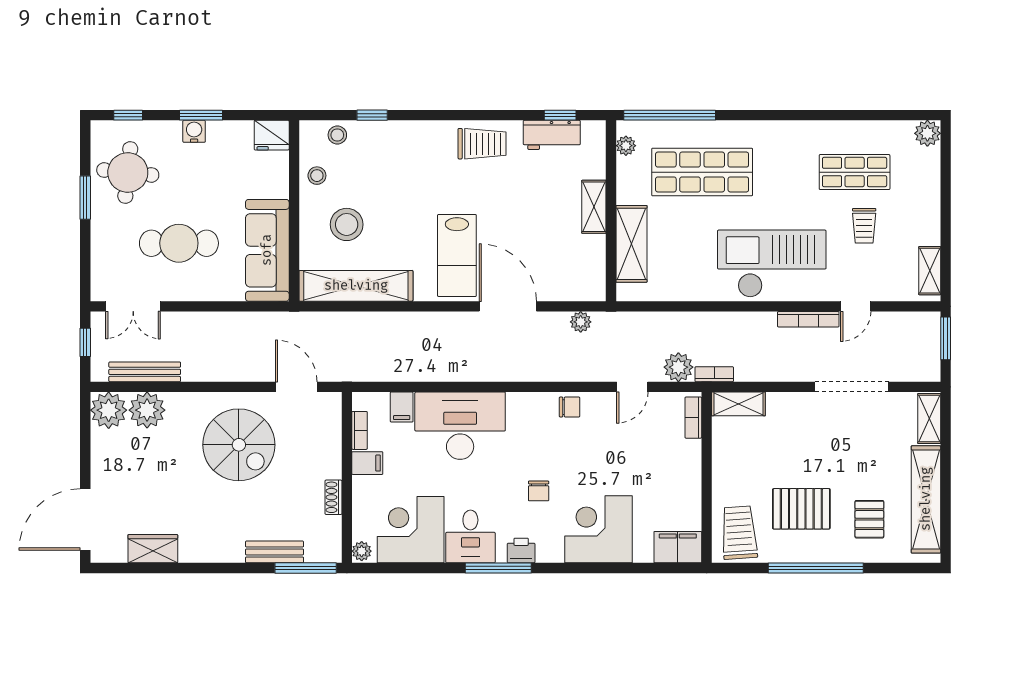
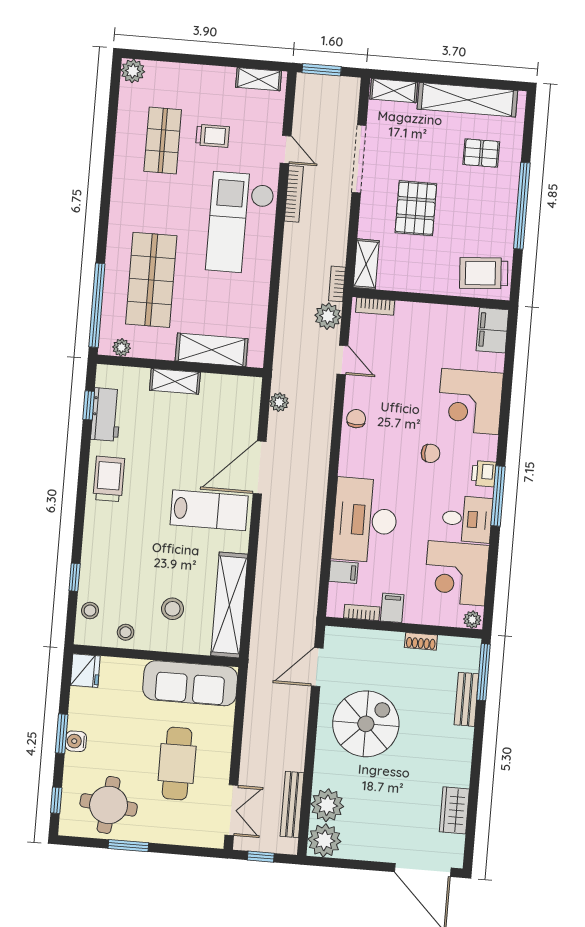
stool: (347, 224) -> (173, 609), width x0.73, depth x0.73
pallet: (801, 509) -> (416, 208), moved

